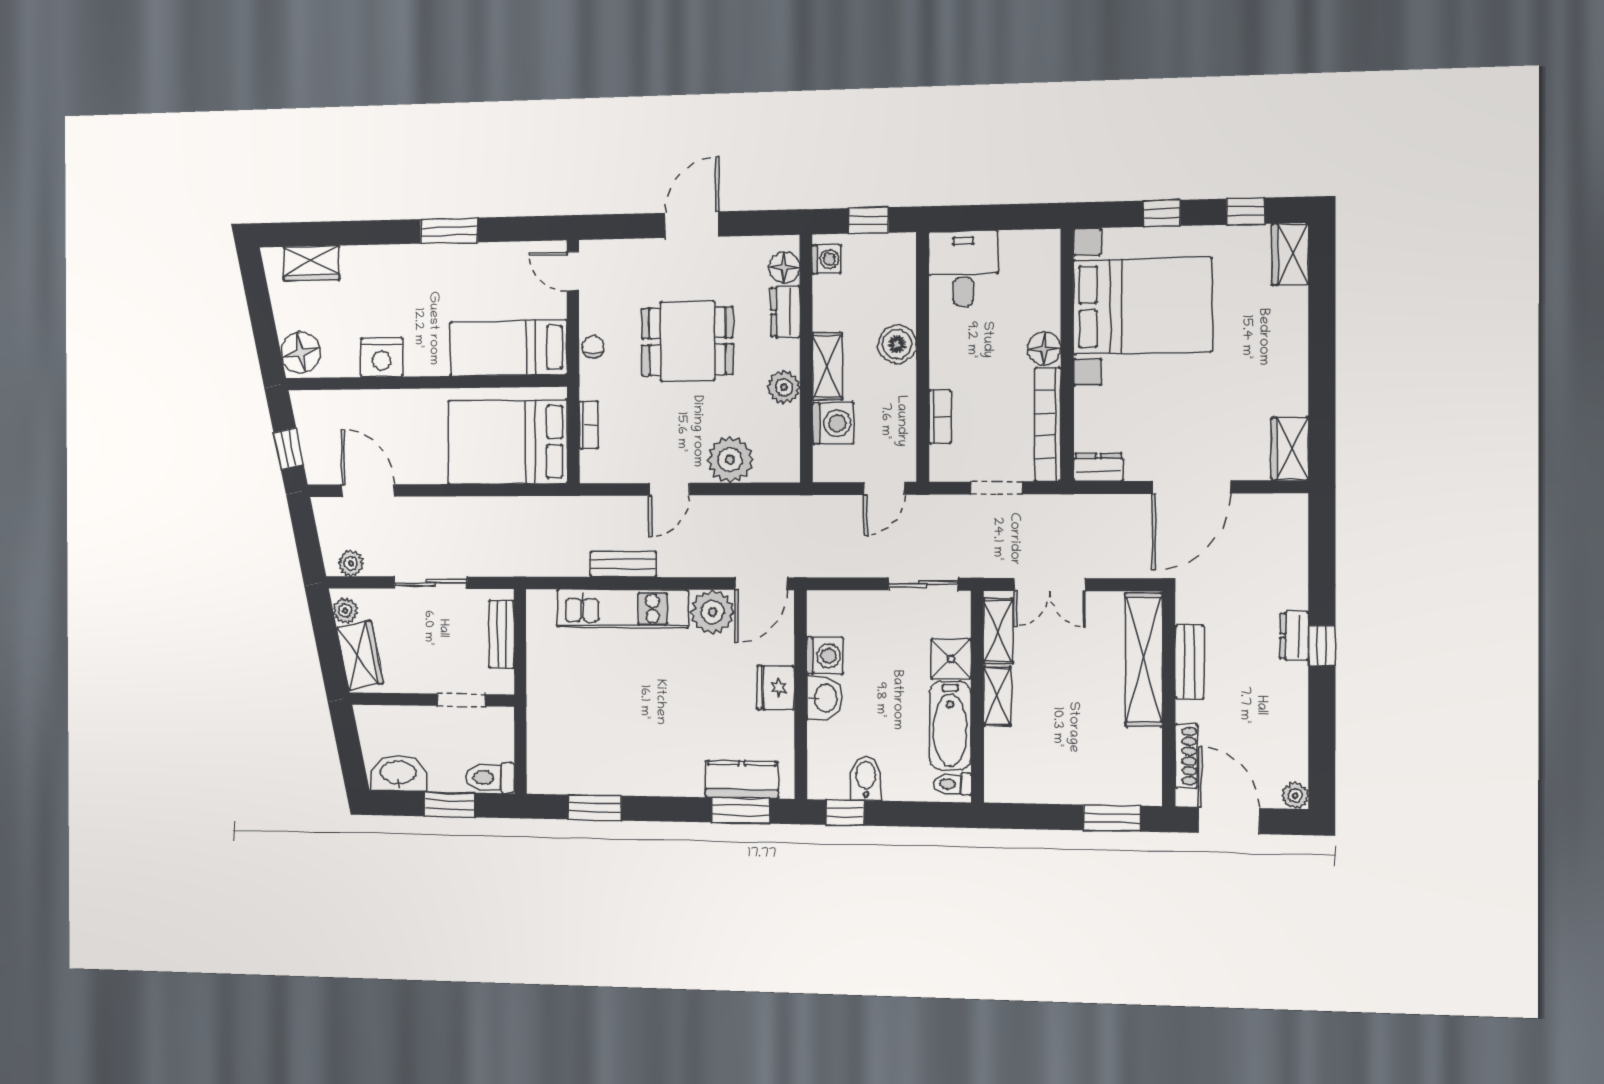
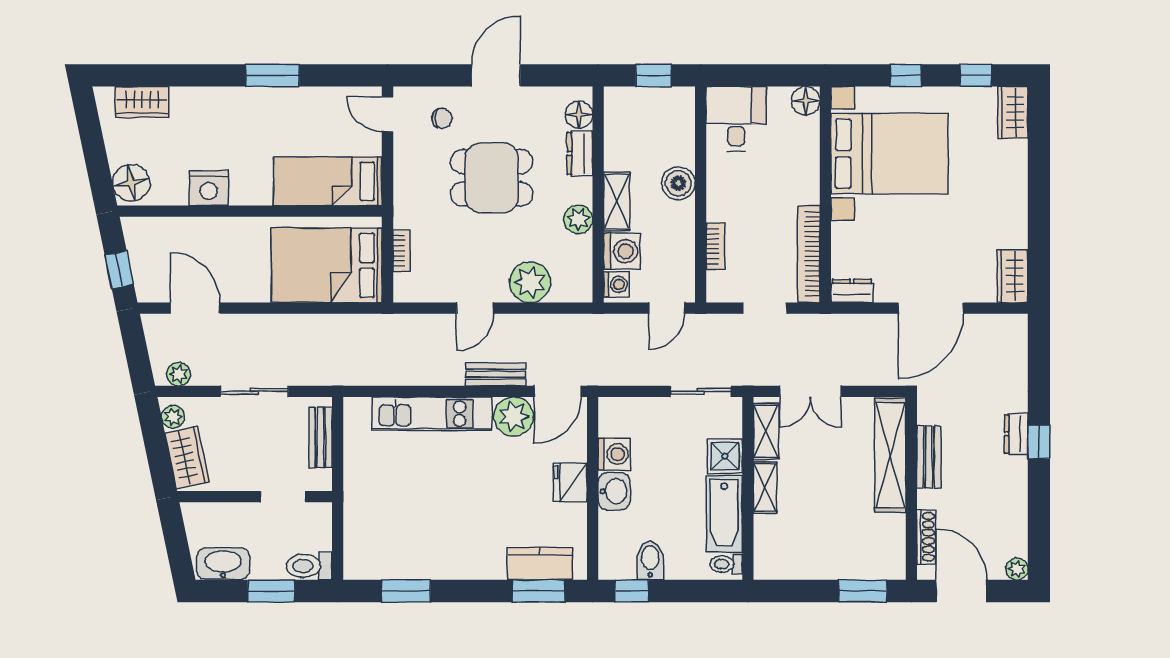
washing machine: (826, 259) -> (616, 284), moved
chair: (593, 347) -> (442, 118), moved, turned 90
floor lamp: (1044, 348) -> (806, 101), moved
bench: (623, 564) -> (496, 374), moved

